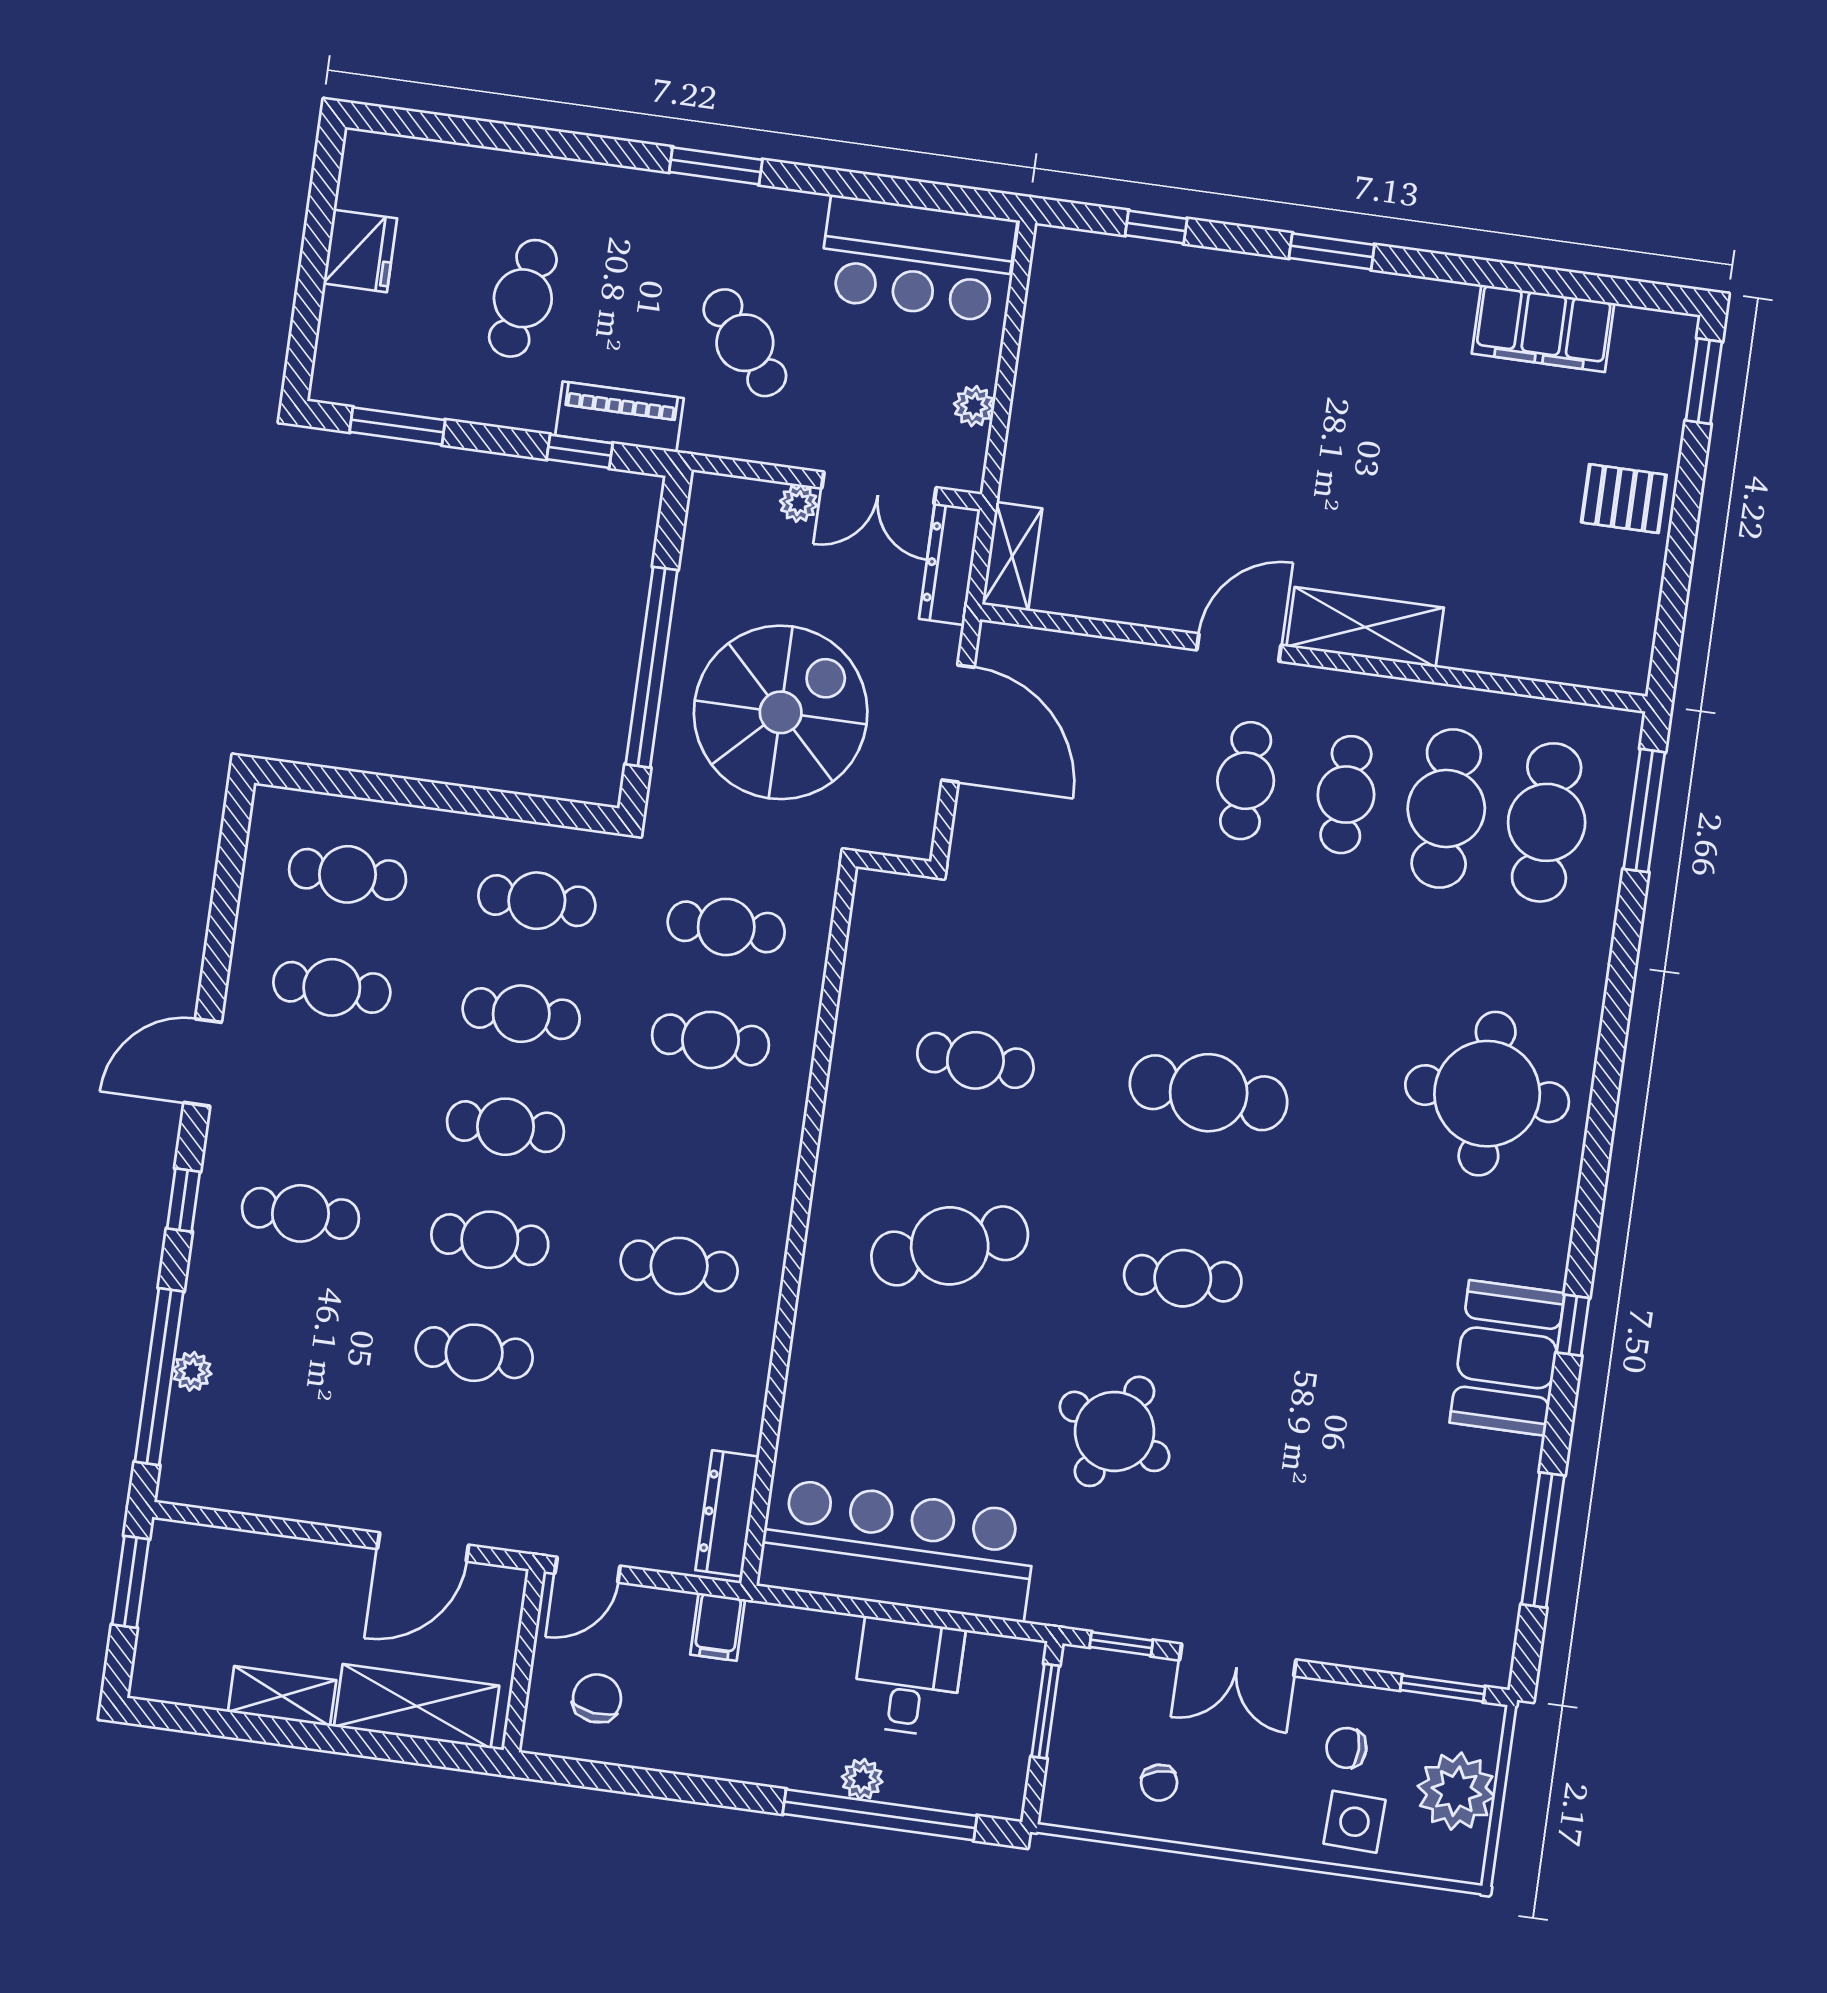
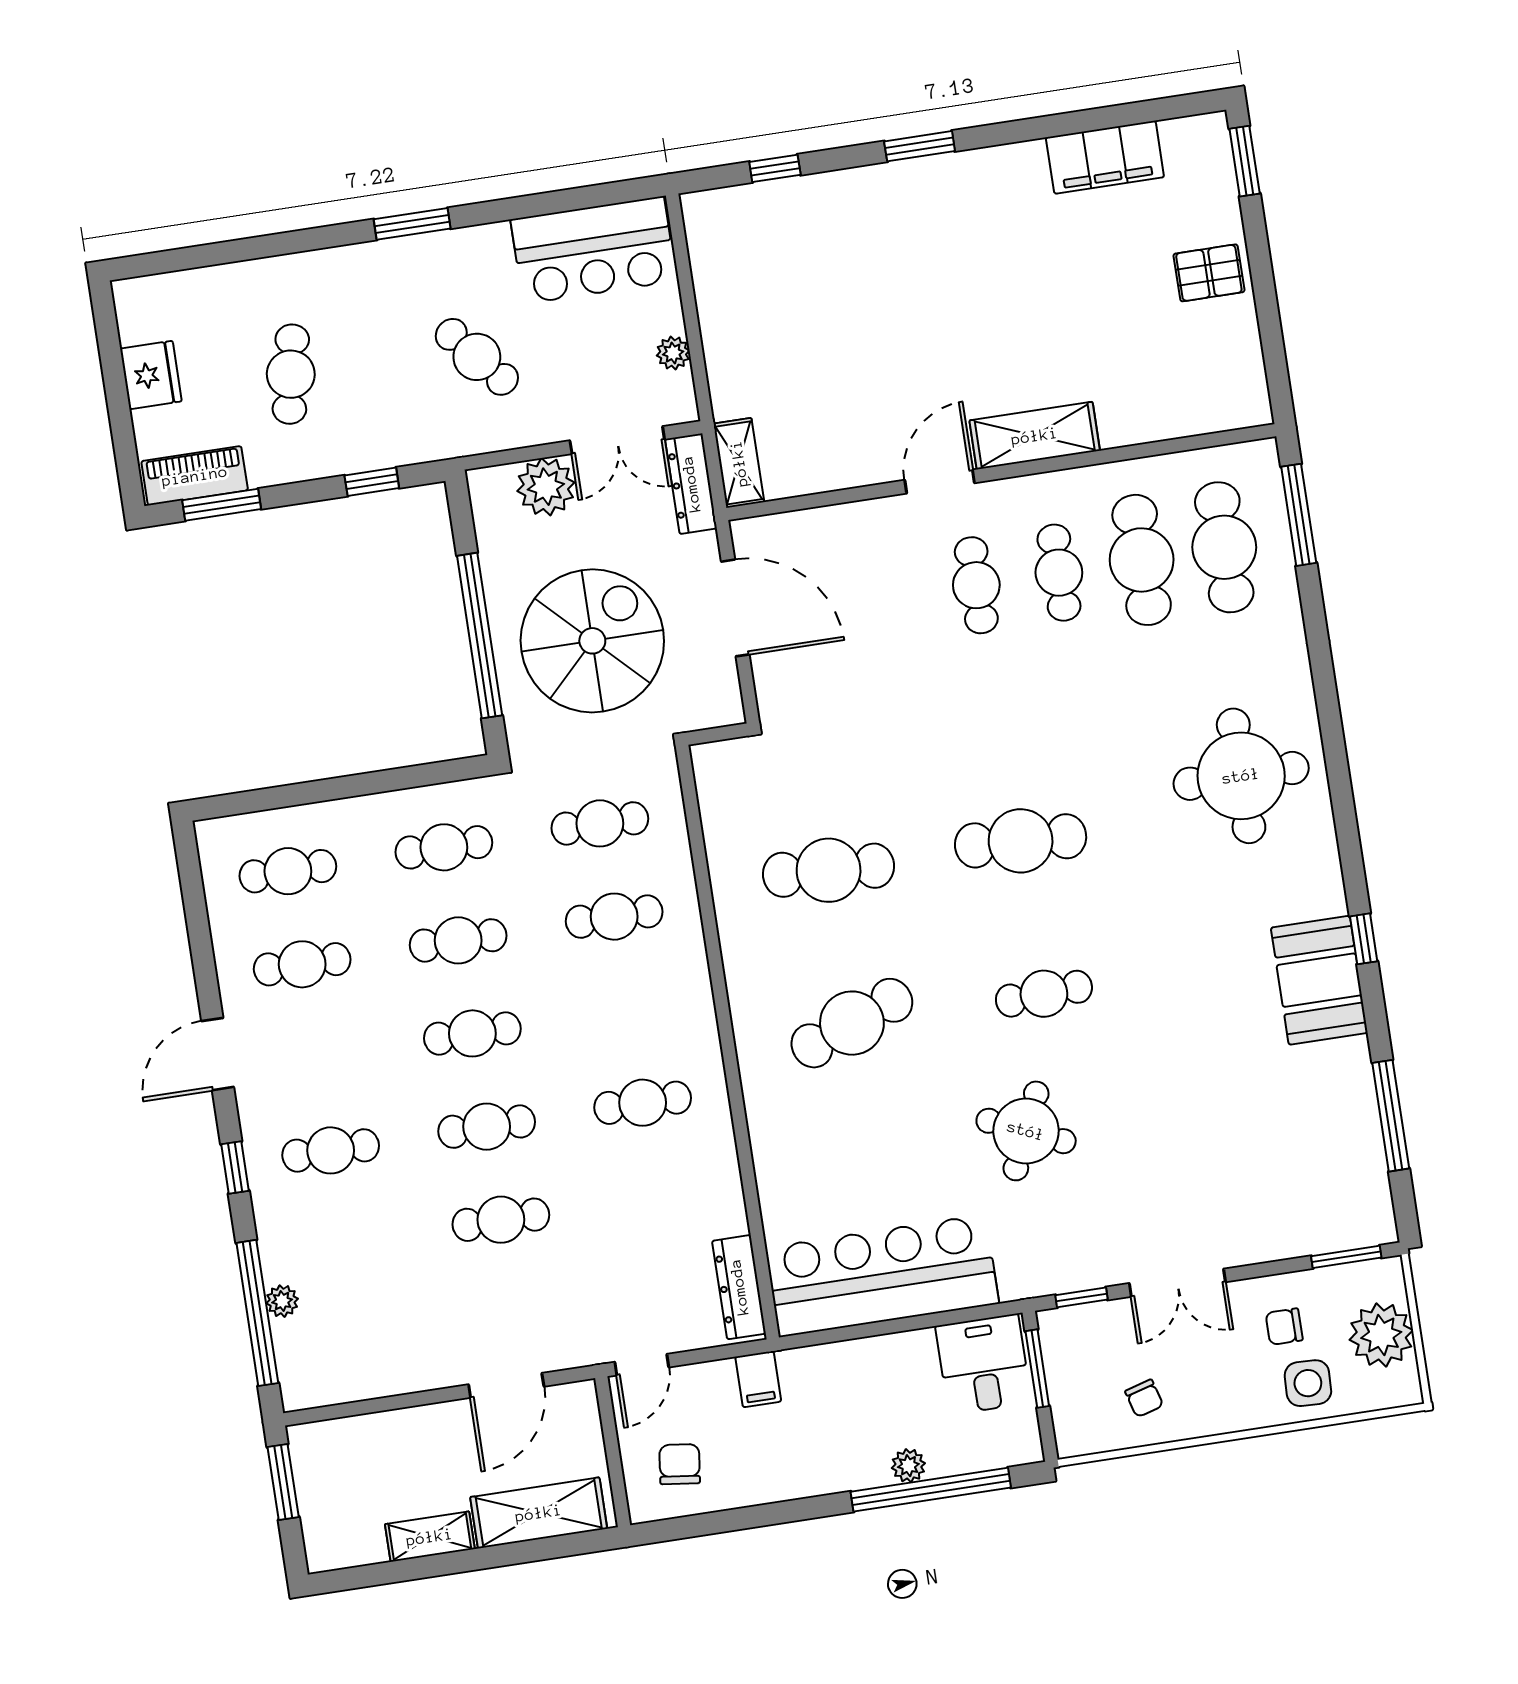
piano: (619, 417) -> (195, 476), moved
plant: (799, 503) -> (546, 487), width x1.88, depth x1.88
cafe table: (975, 1060) -> (829, 870), width x1.37, depth x1.35
desk: (908, 1677) -> (983, 1364), moved

